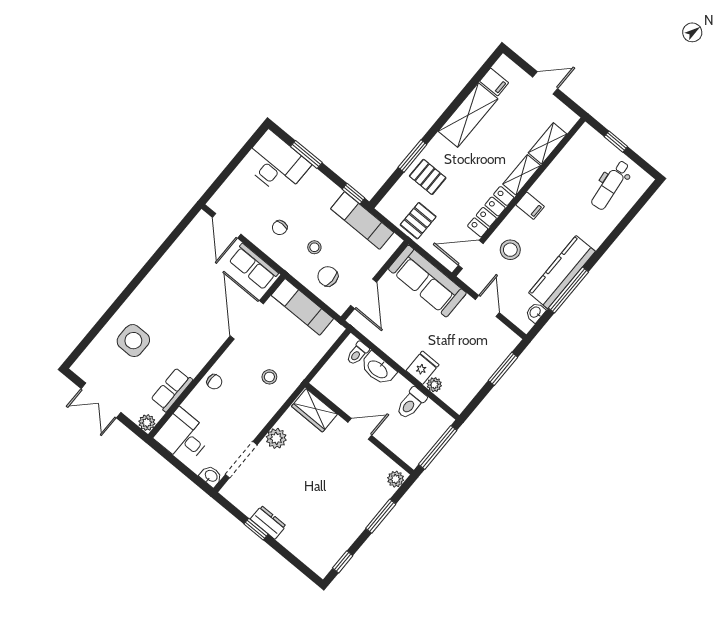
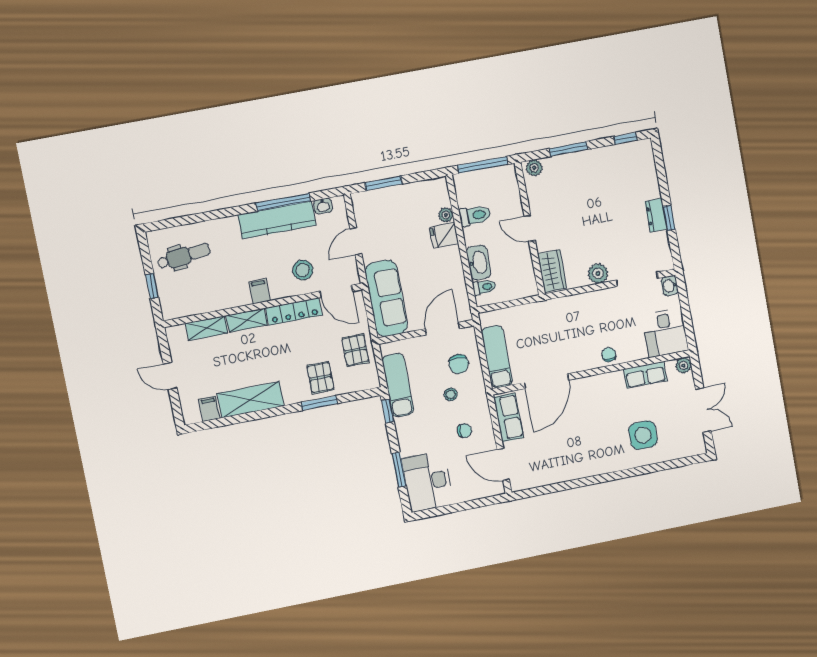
pallet: (418, 221) -> (355, 350), turned 90
door: (227, 226) -> (503, 464), swing flipped
stool: (269, 377) -> (565, 324), removed

